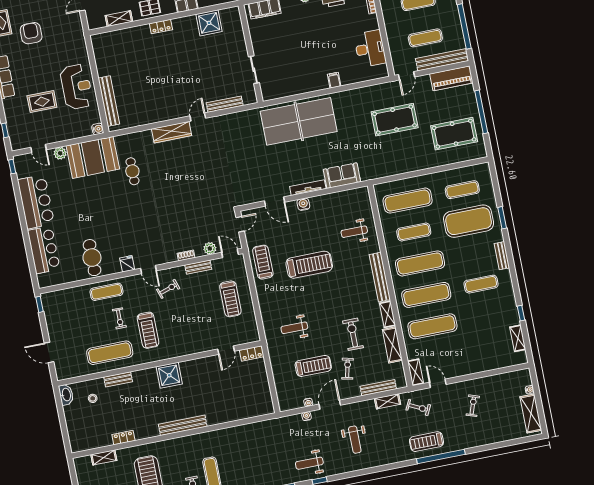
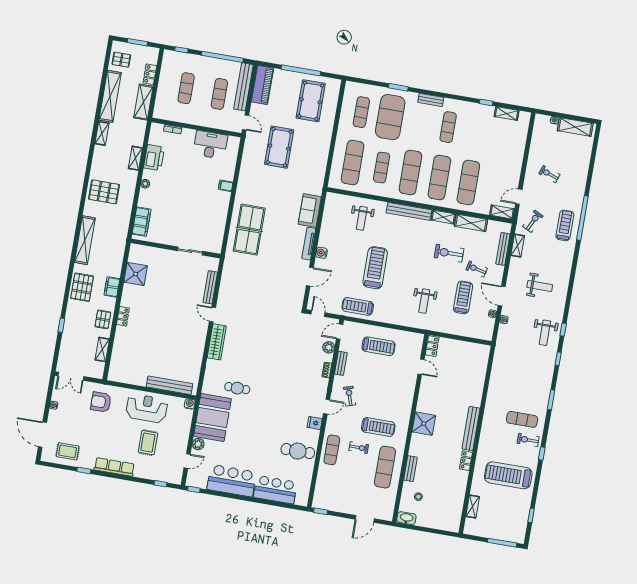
armchair: (31, 33) -> (101, 402), moved
table tennis table: (299, 121) -> (249, 230), width x0.73, depth x0.76
locker: (123, 438) -> (466, 461), moved
treadmill: (426, 442) -> (565, 225), turned 180

